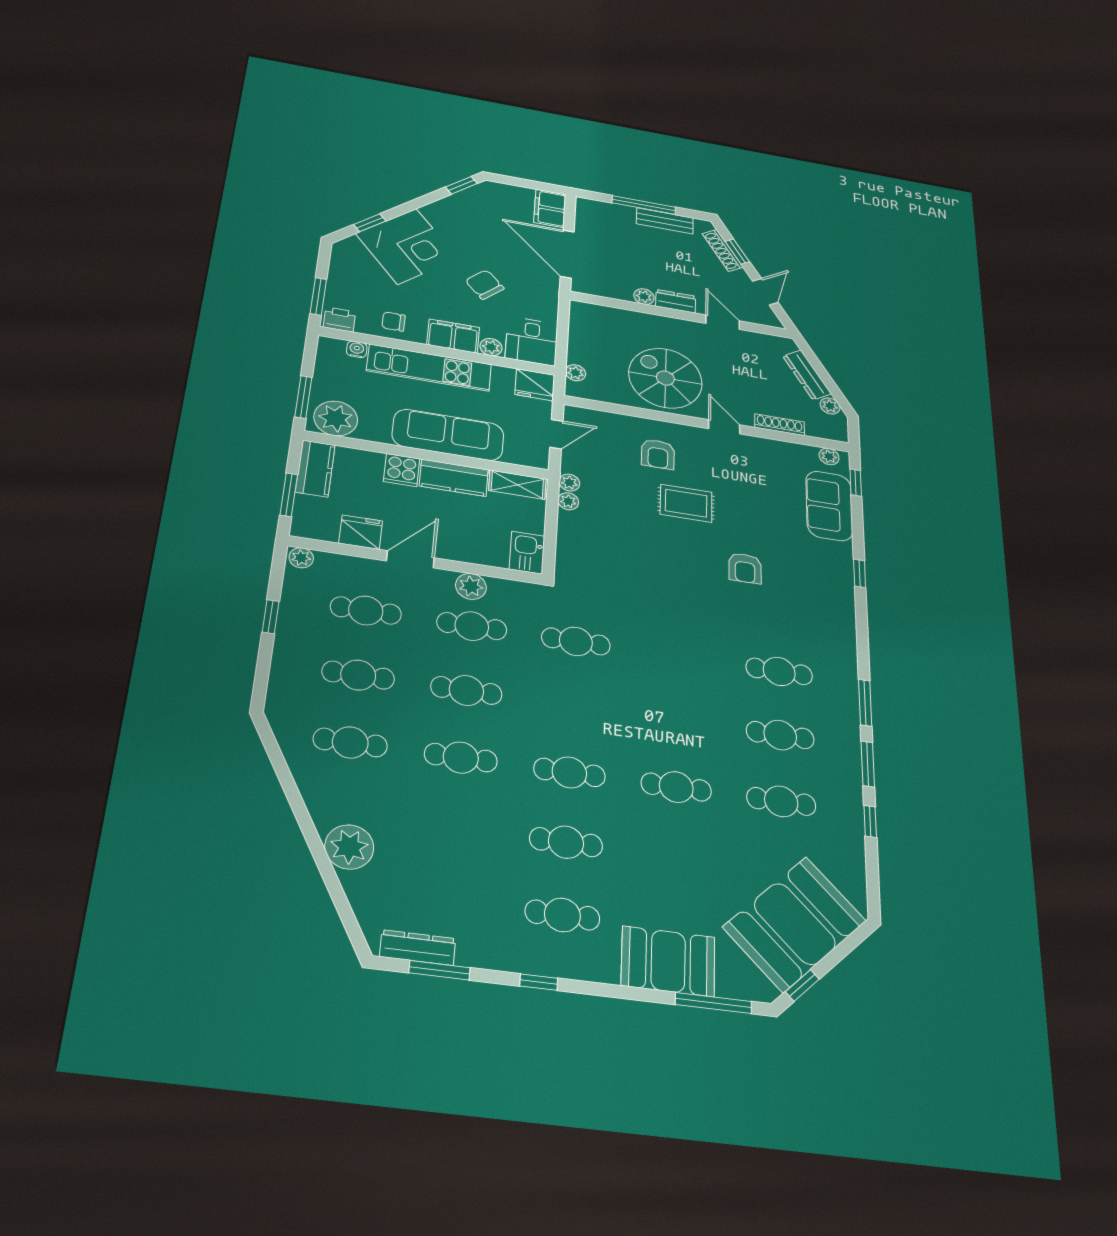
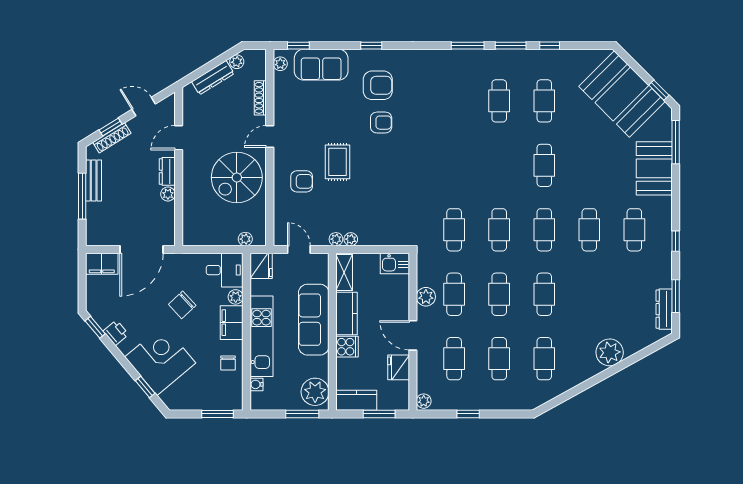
printer: (339, 320) -> (116, 333), moved, turned 140
armchair: (801, 573) -> (378, 85), added
cafe table: (779, 671) -> (499, 230), moved

